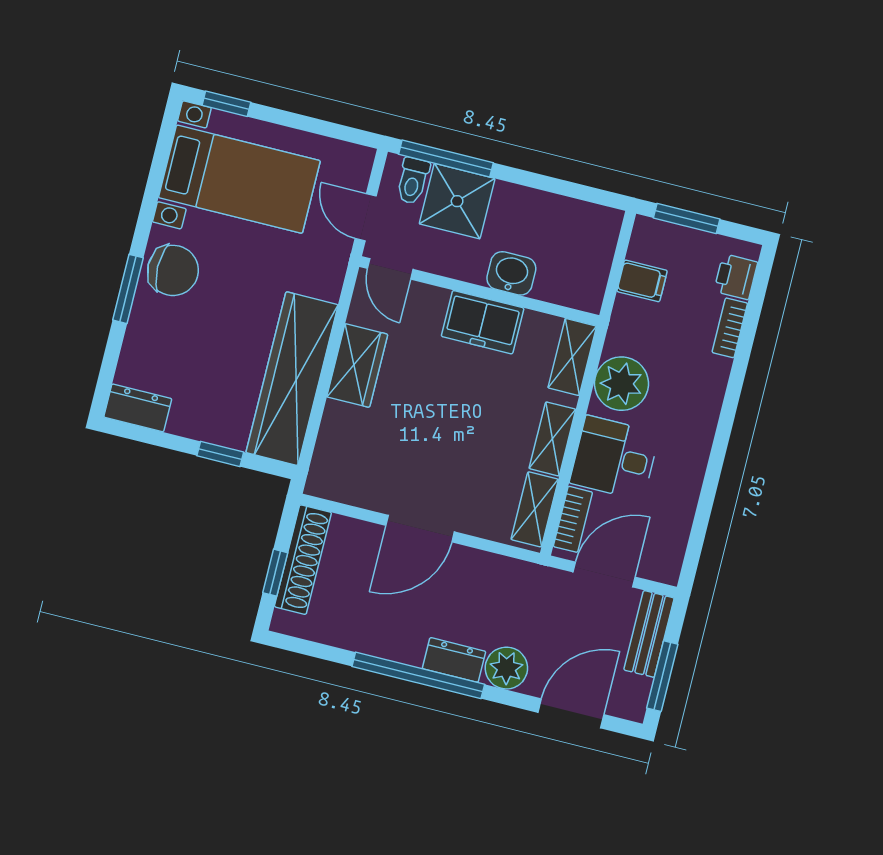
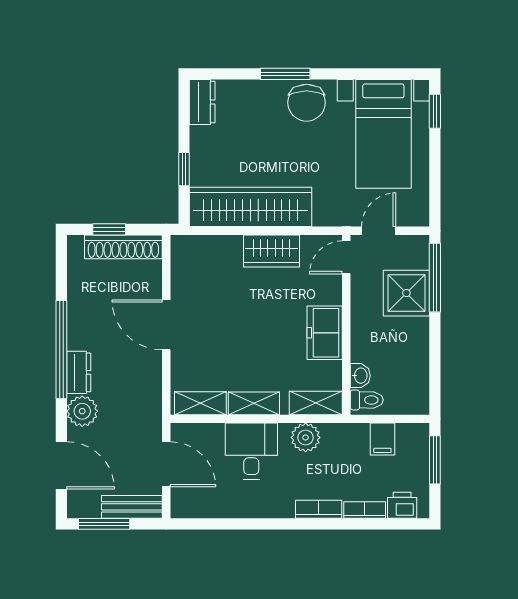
toilet: (413, 181) -> (367, 400), moved, turned 180
washbasin: (511, 273) -> (360, 376), moved, width x0.72, depth x0.69
plant: (621, 384) -> (306, 437), width x0.73, depth x0.73
bookcase: (573, 519) -> (319, 509), moved, turned 180

